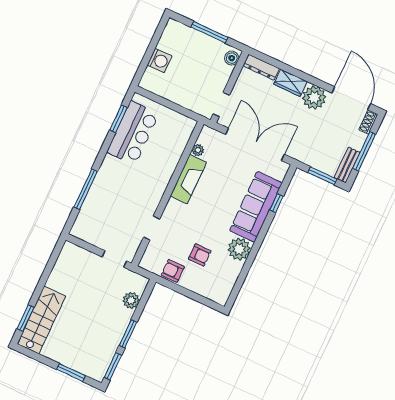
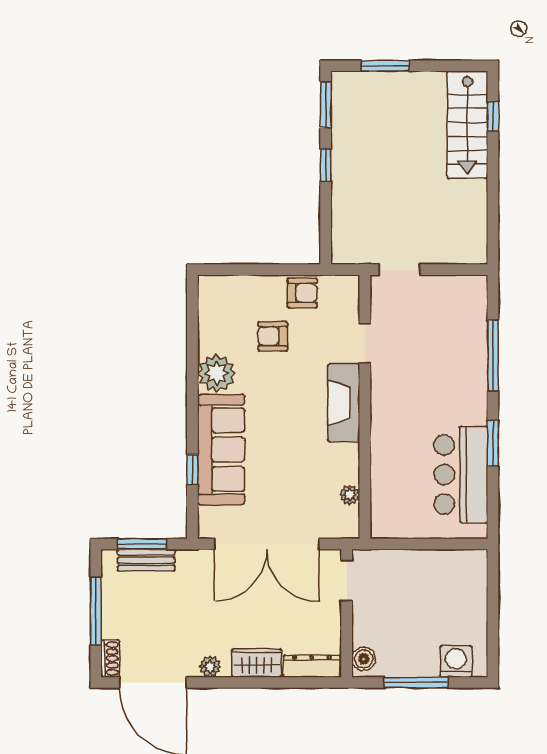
washing machine: (160, 61) -> (456, 661), moved, turned 90
plant: (314, 98) -> (210, 667), width x0.53, depth x0.53
window: (118, 119) -> (493, 443), moved
bench: (347, 165) -> (146, 560), moved, turned 90
fireplace: (188, 179) -> (344, 403), moved
plant: (131, 300) -> (345, 218), removed
window: (26, 318) -> (493, 117), width x0.67
window: (128, 334) -> (326, 165), width x0.67

